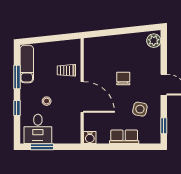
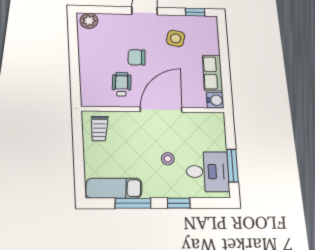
wheelchair: (101, 68) -> (122, 84), added
trolley: (66, 70) -> (99, 128), moved
row of seats: (124, 137) -> (212, 73), moved

